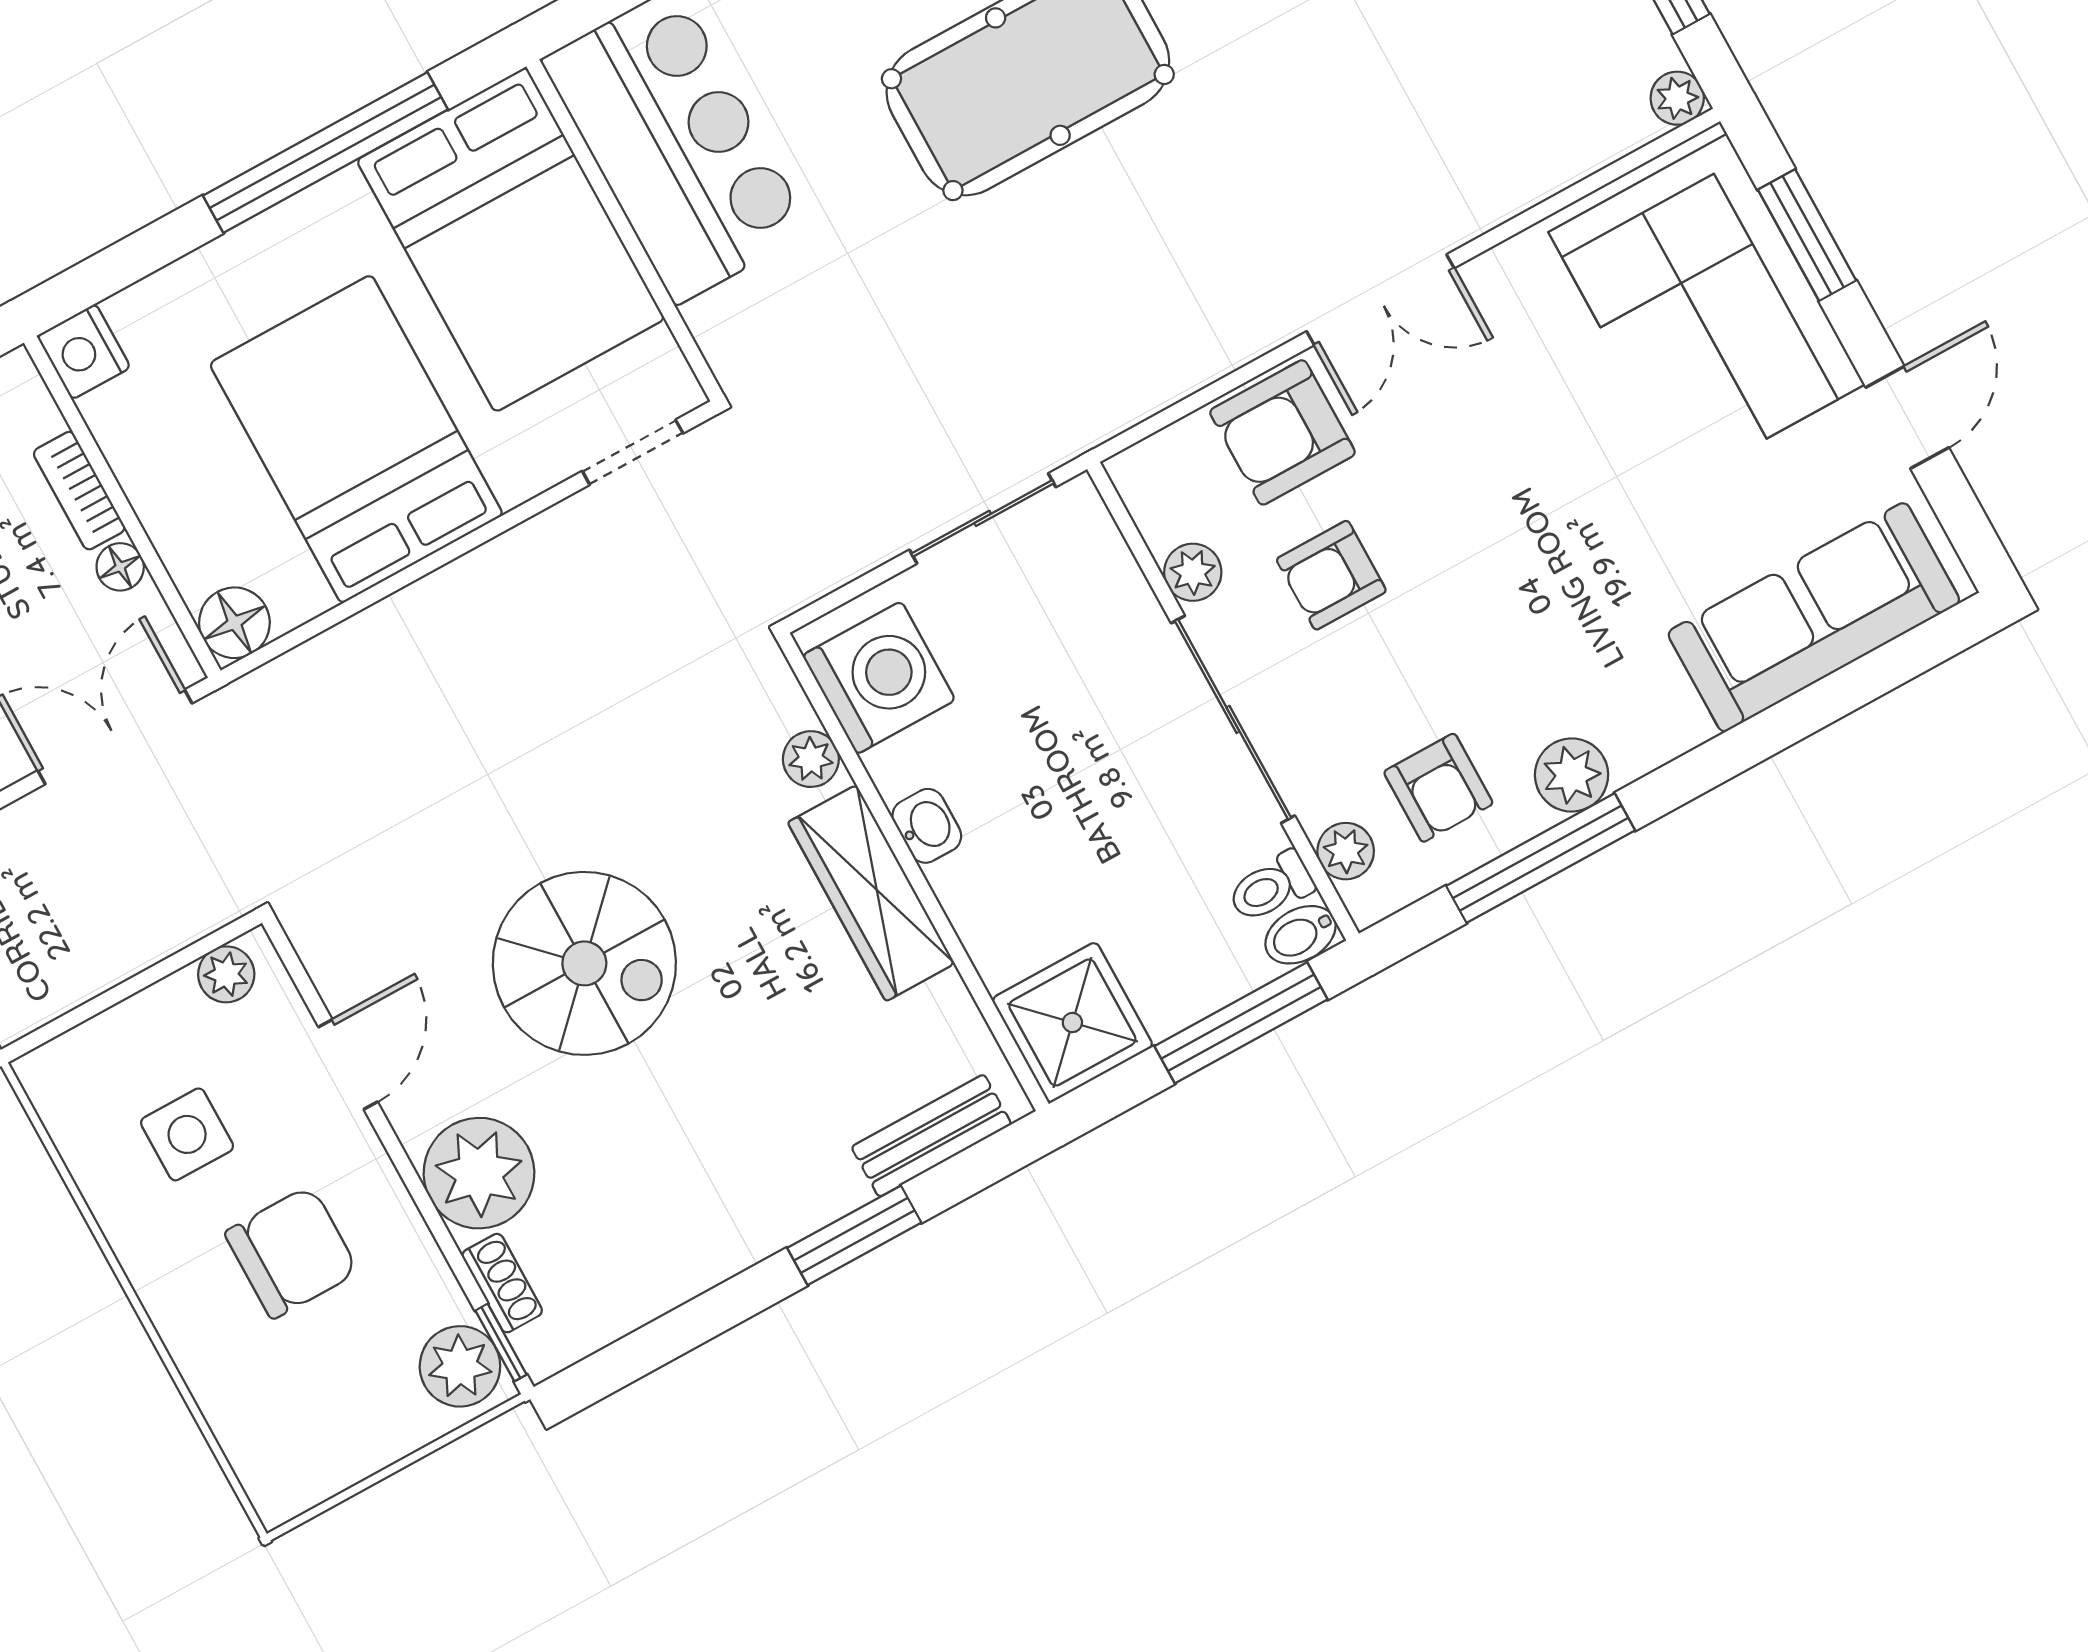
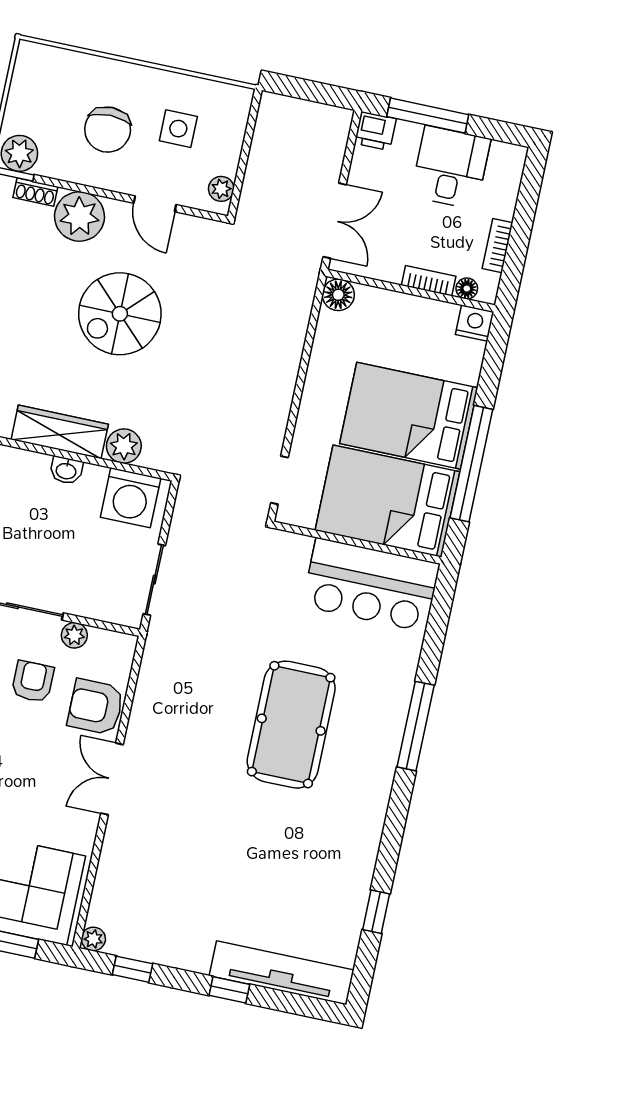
armchair: (1282, 432) -> (96, 707), turned -90
bed: (356, 439) -> (409, 416), moved, turned 180
floor lamp: (120, 567) -> (467, 289), moved
plant: (811, 759) -> (124, 446), width x1.38, depth x1.38

